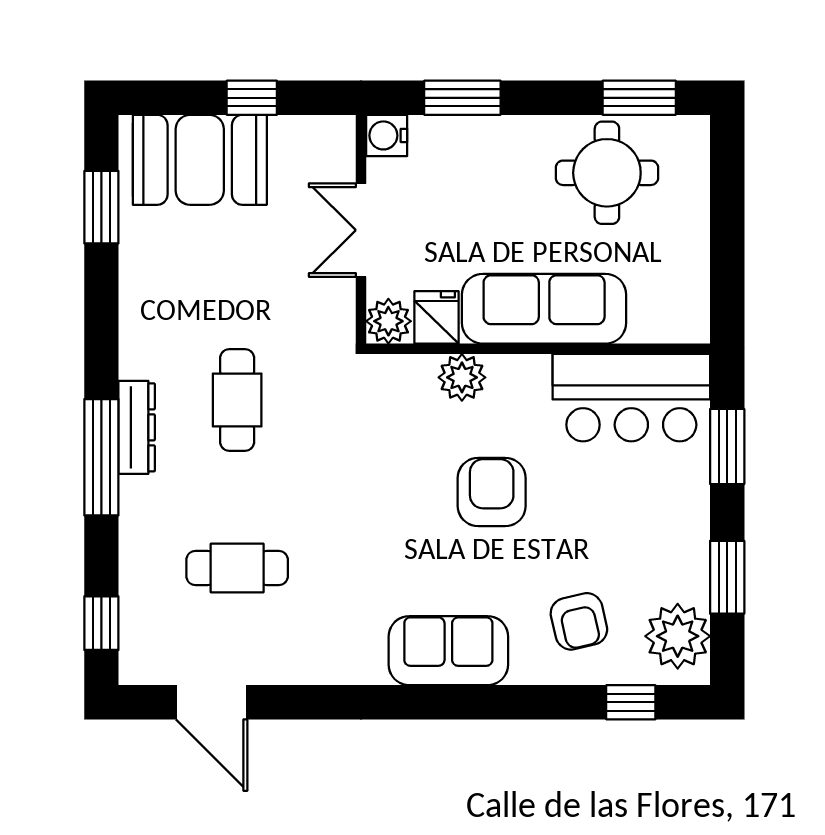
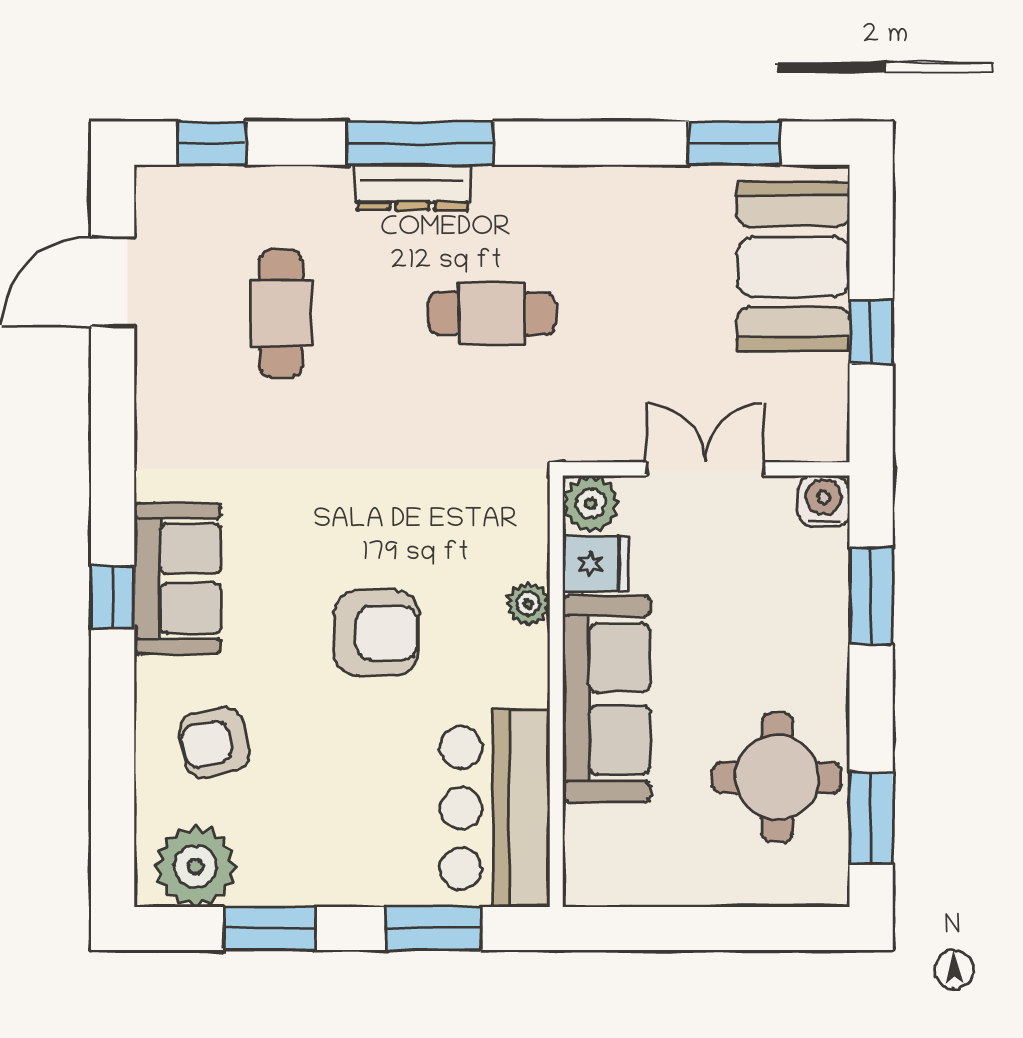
plant: (462, 377) -> (528, 604), width x0.73, depth x0.73
dresser: (137, 427) -> (412, 187), moved
window: (631, 702) -> (113, 597), moved

